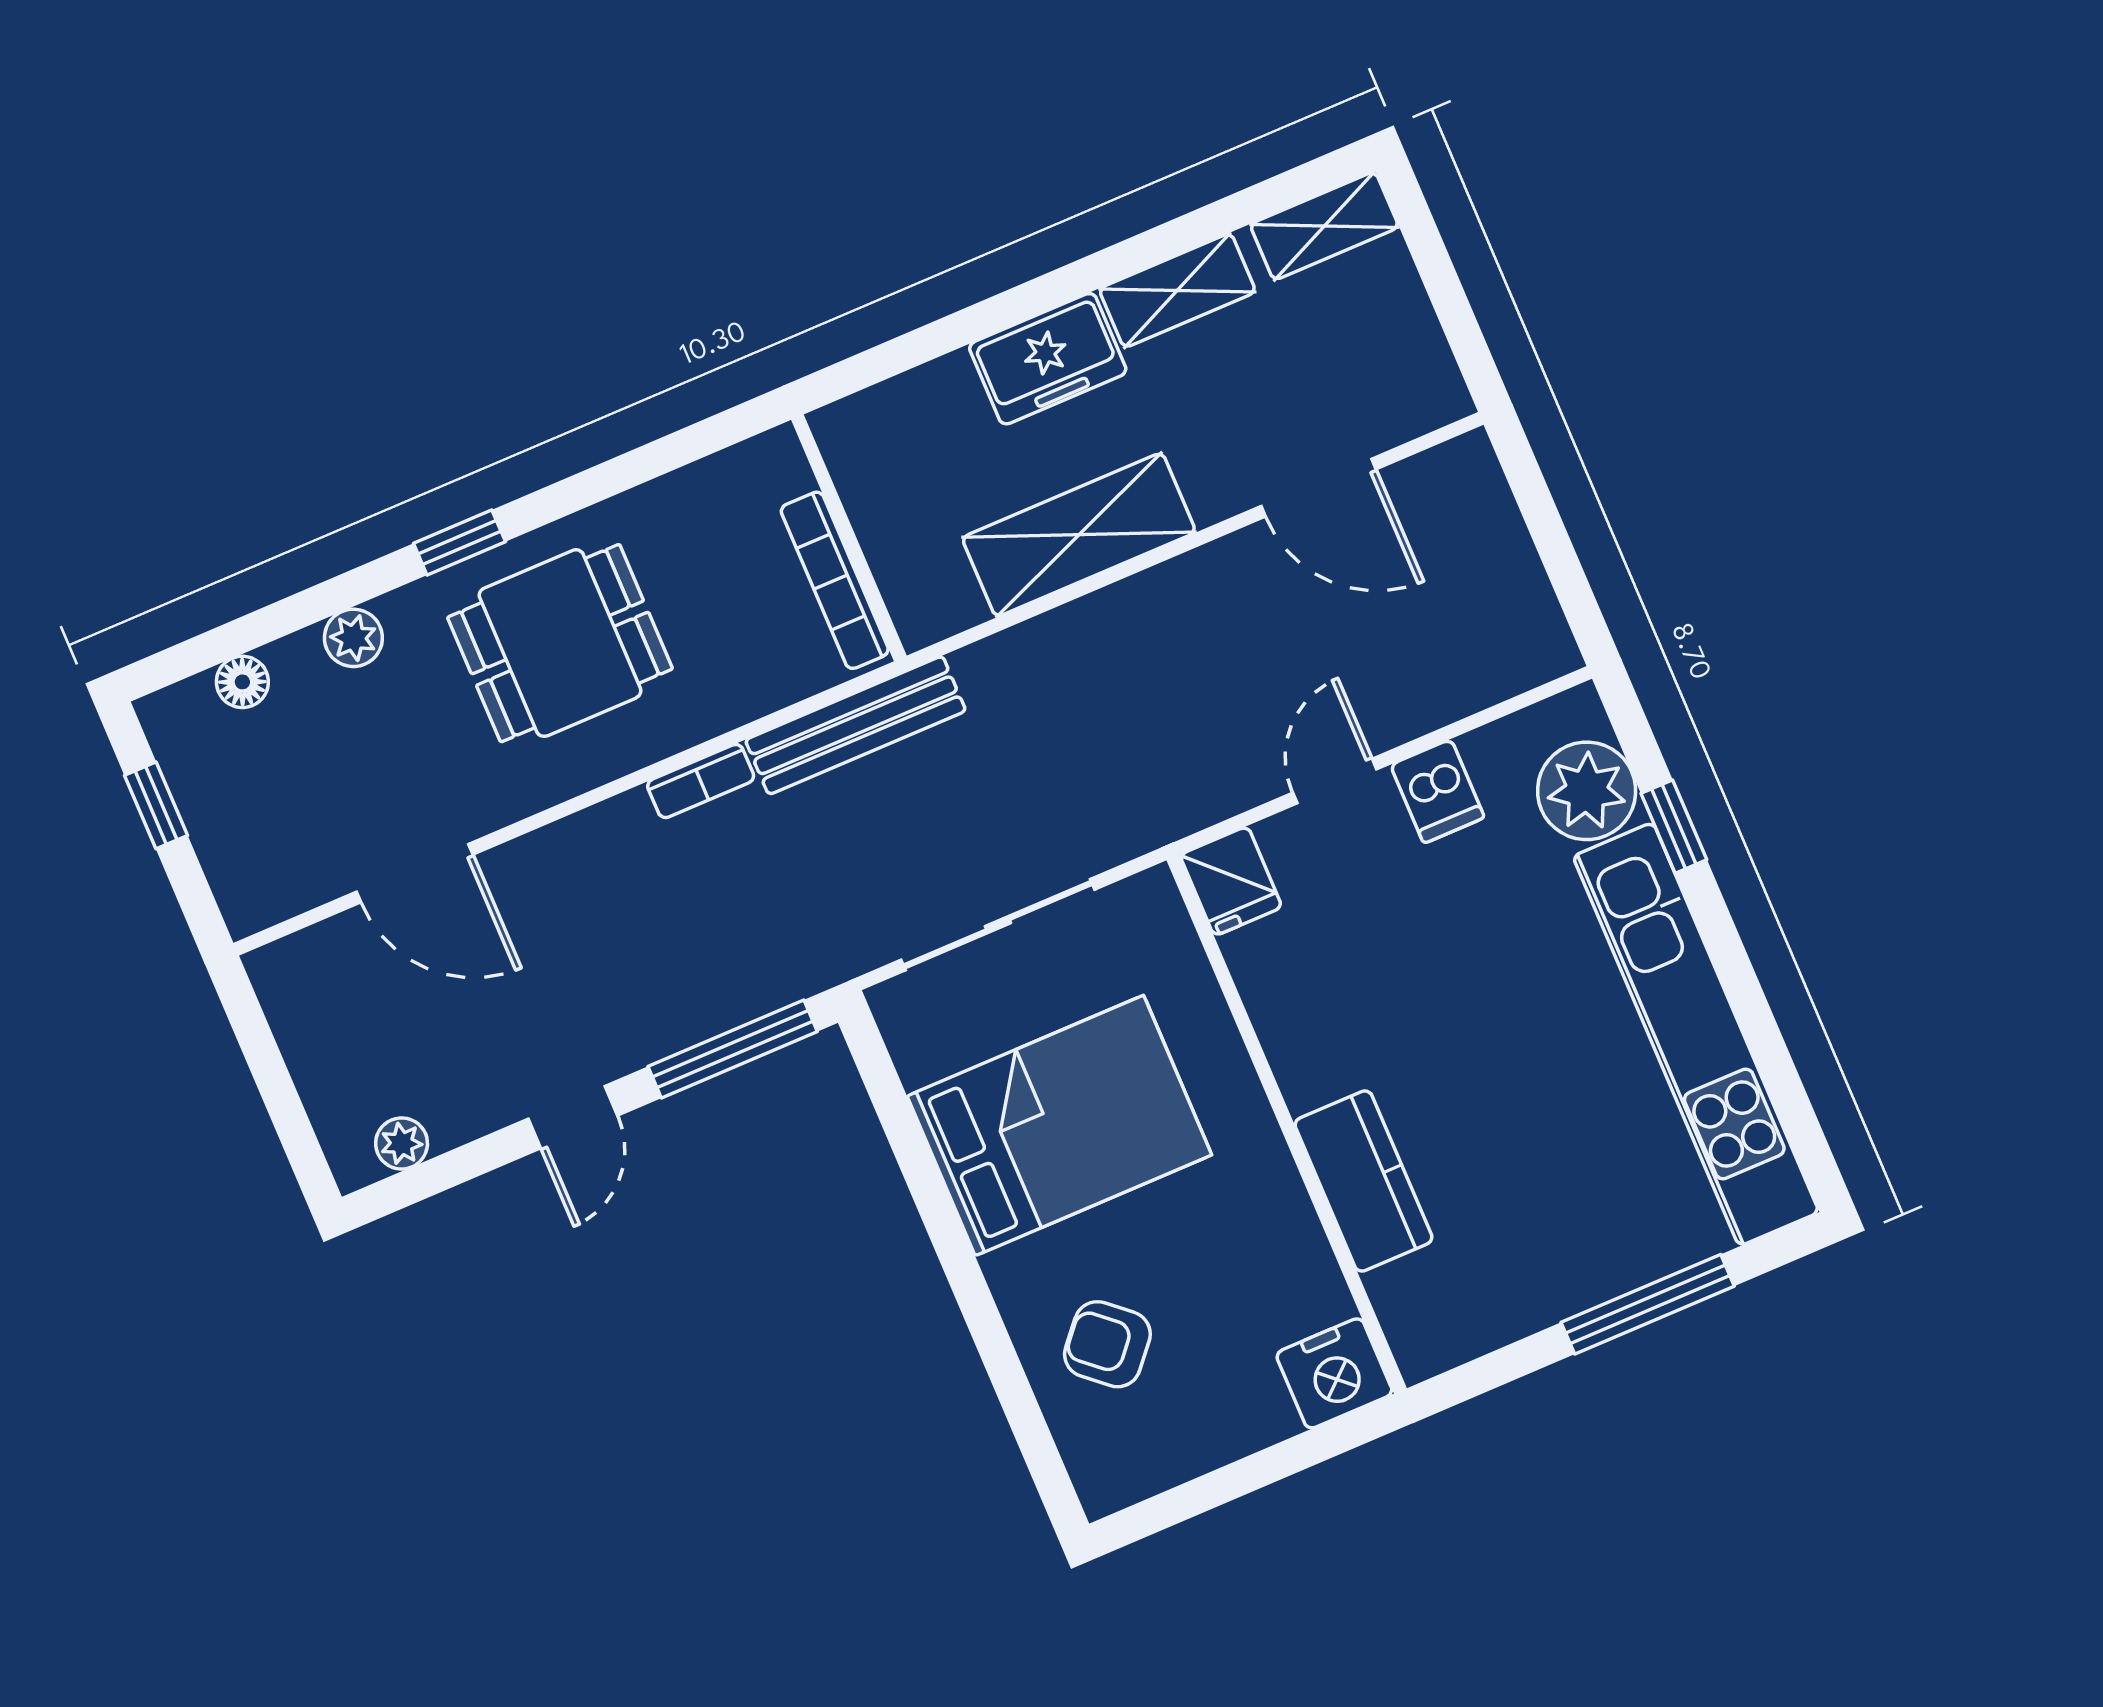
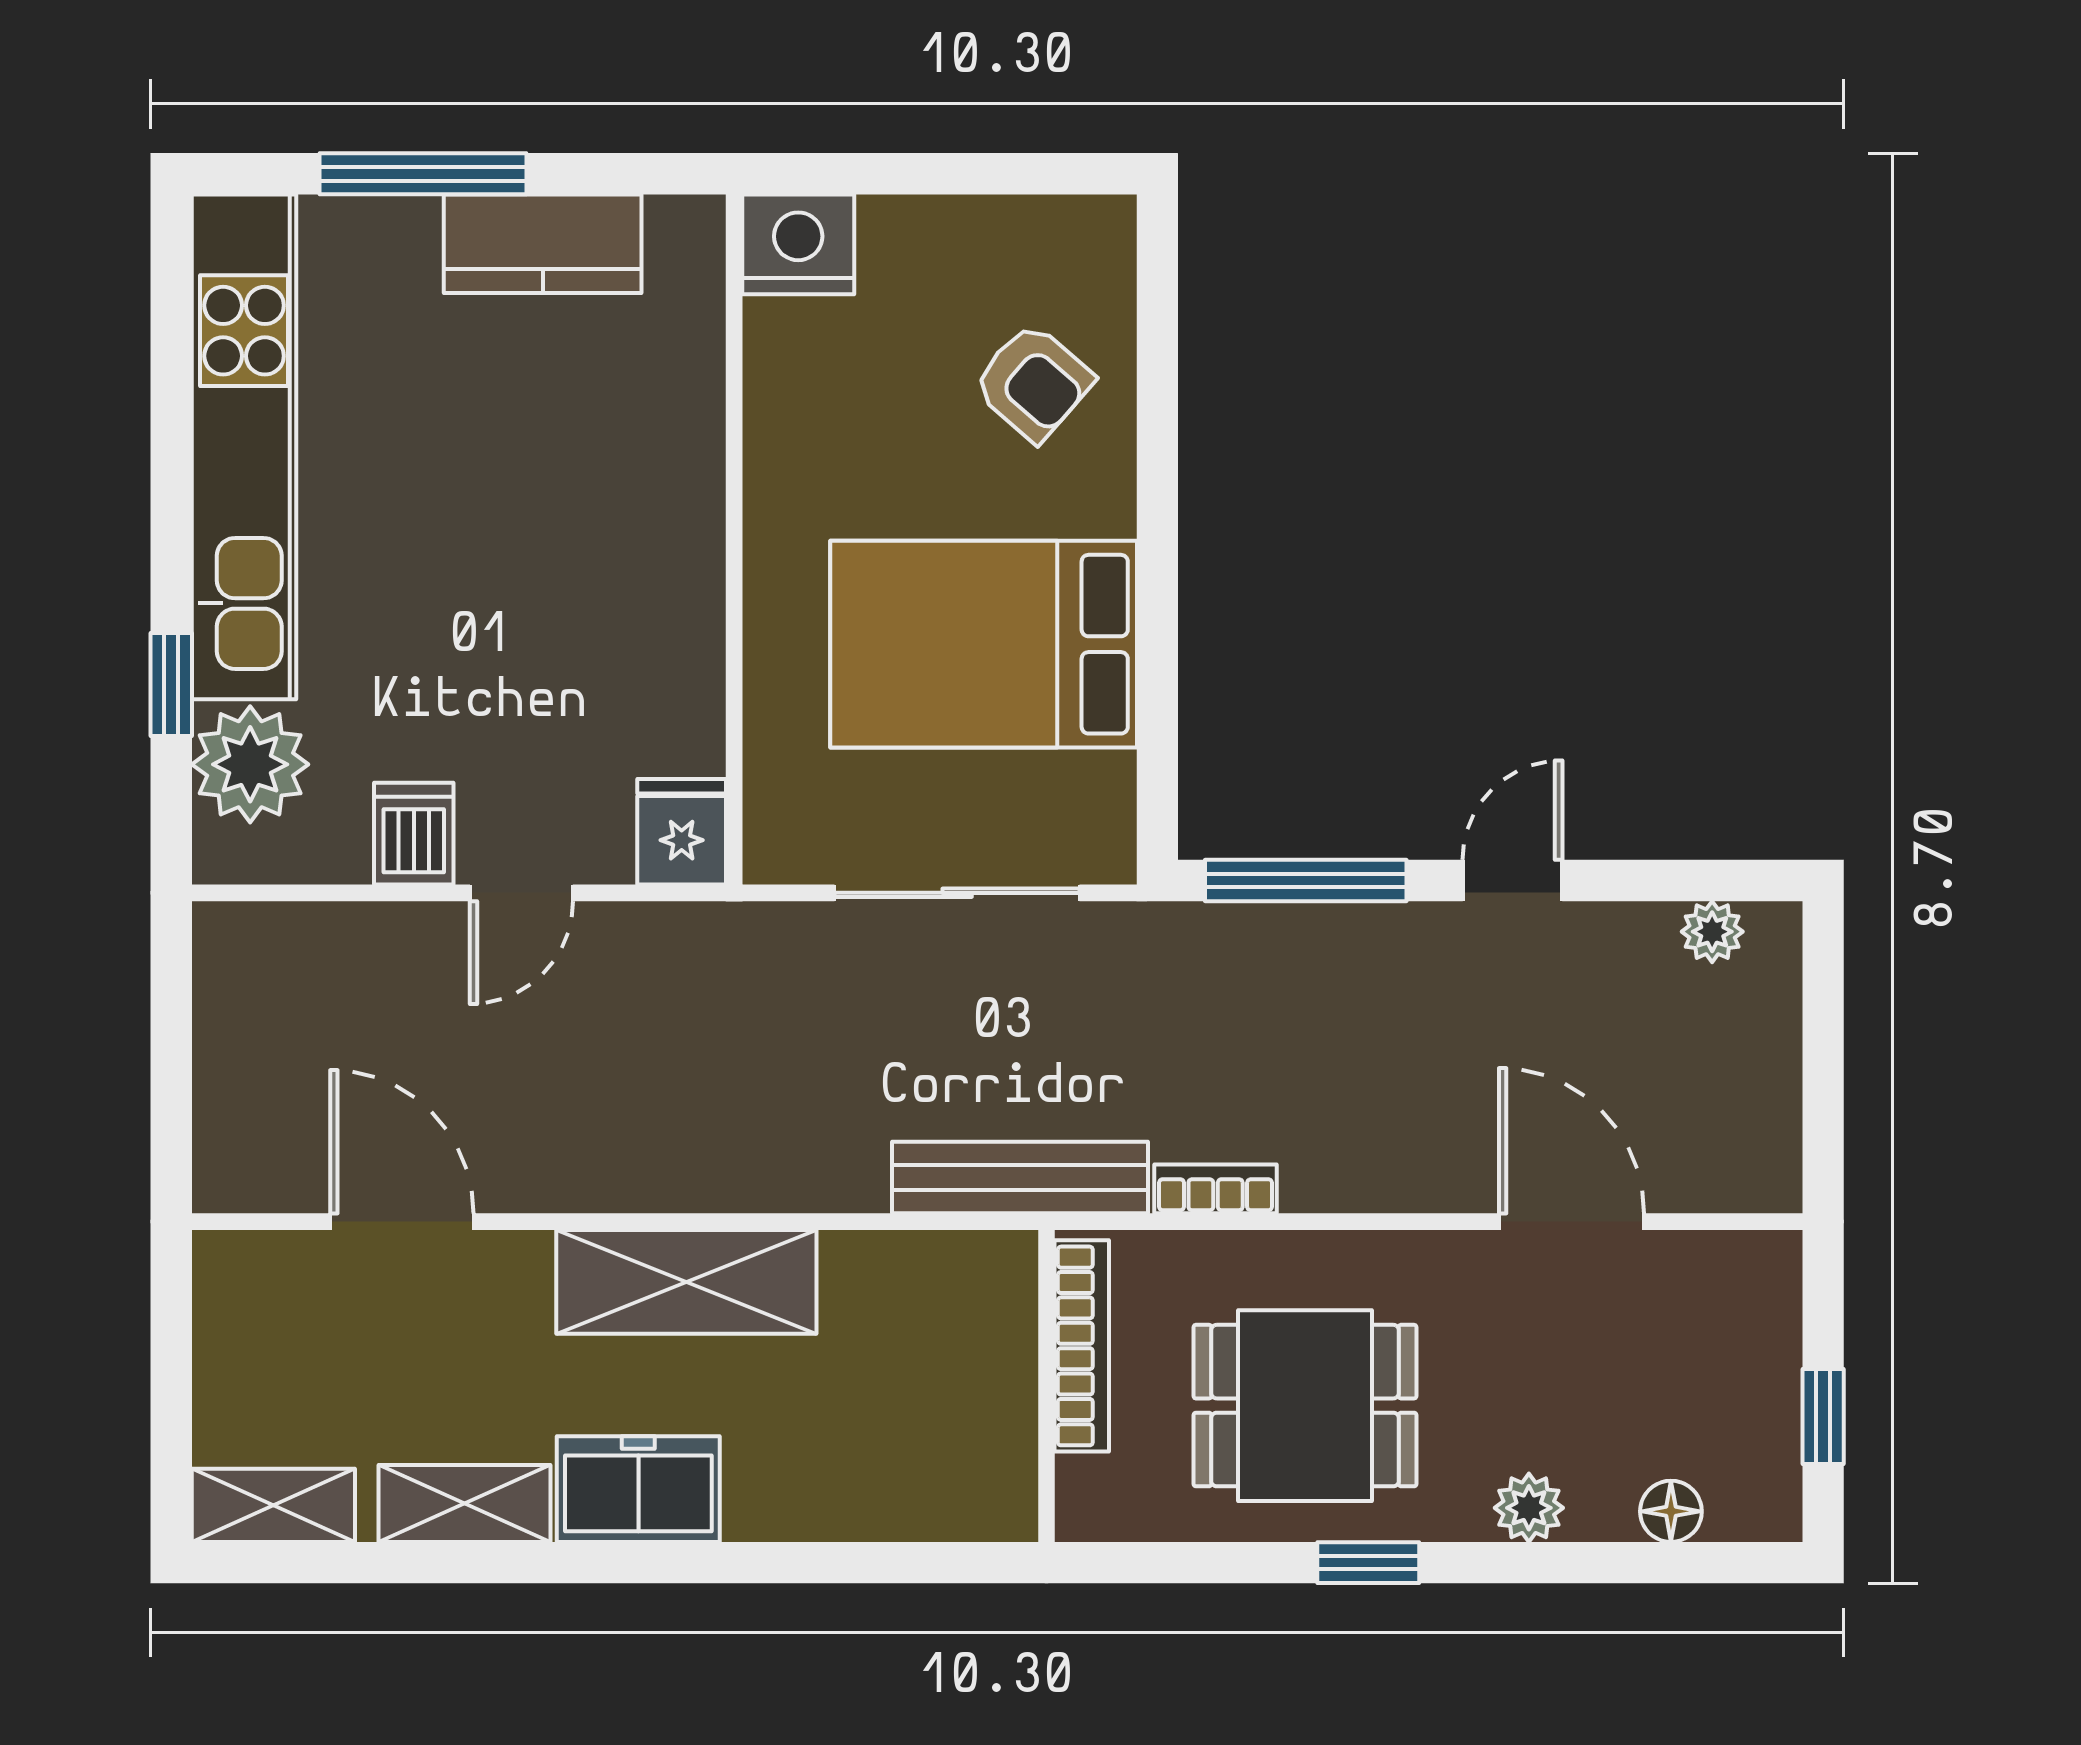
wall: (849, 538) -> (1047, 1386), moved
bookcase: (835, 580) -> (1082, 1346), moved
kitchen counter: (1363, 1181) -> (543, 244), moved, turned -90

